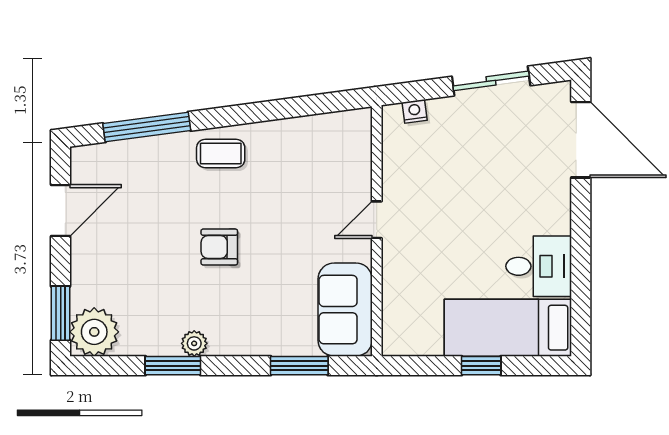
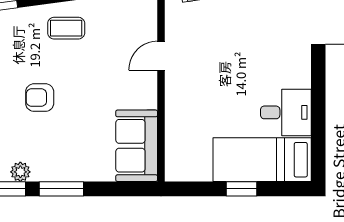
coffee table: (221, 153) -> (66, 28), moved
door: (377, 220) -> (161, 56), moved
window: (299, 366) -> (61, 189), moved

